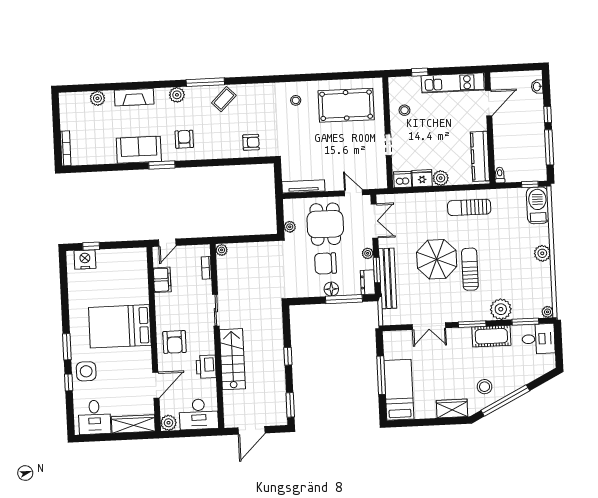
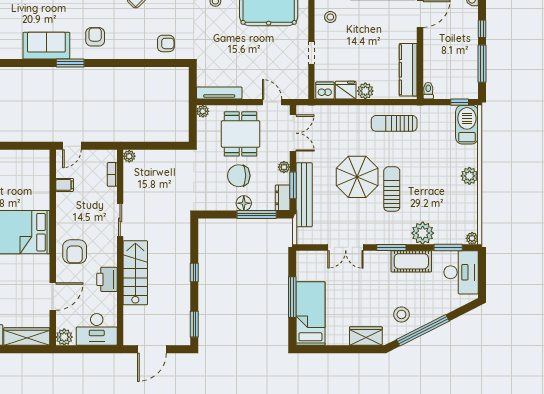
plant: (290, 227) -> (203, 111), moved
filing cabinet: (162, 280) -> (65, 185), width x0.50
desk: (538, 339) -> (461, 272), width x1.37

